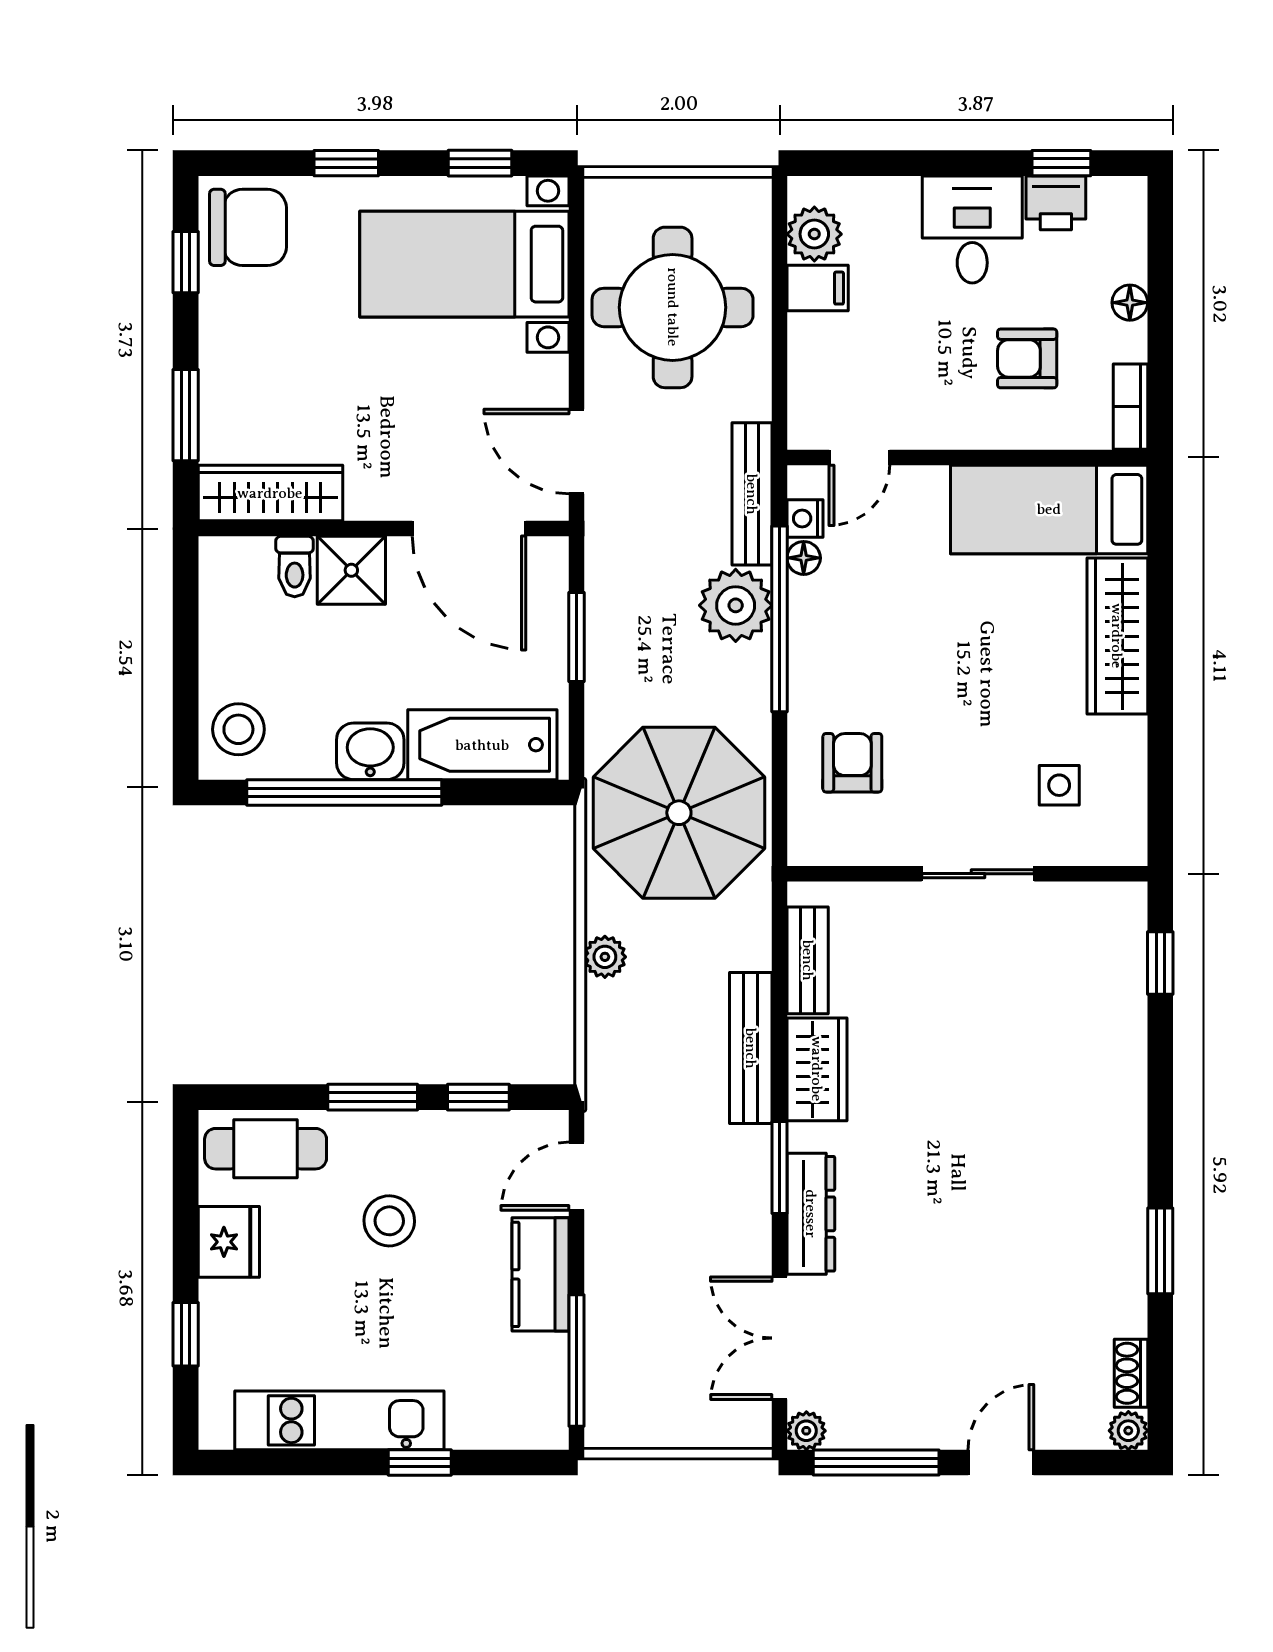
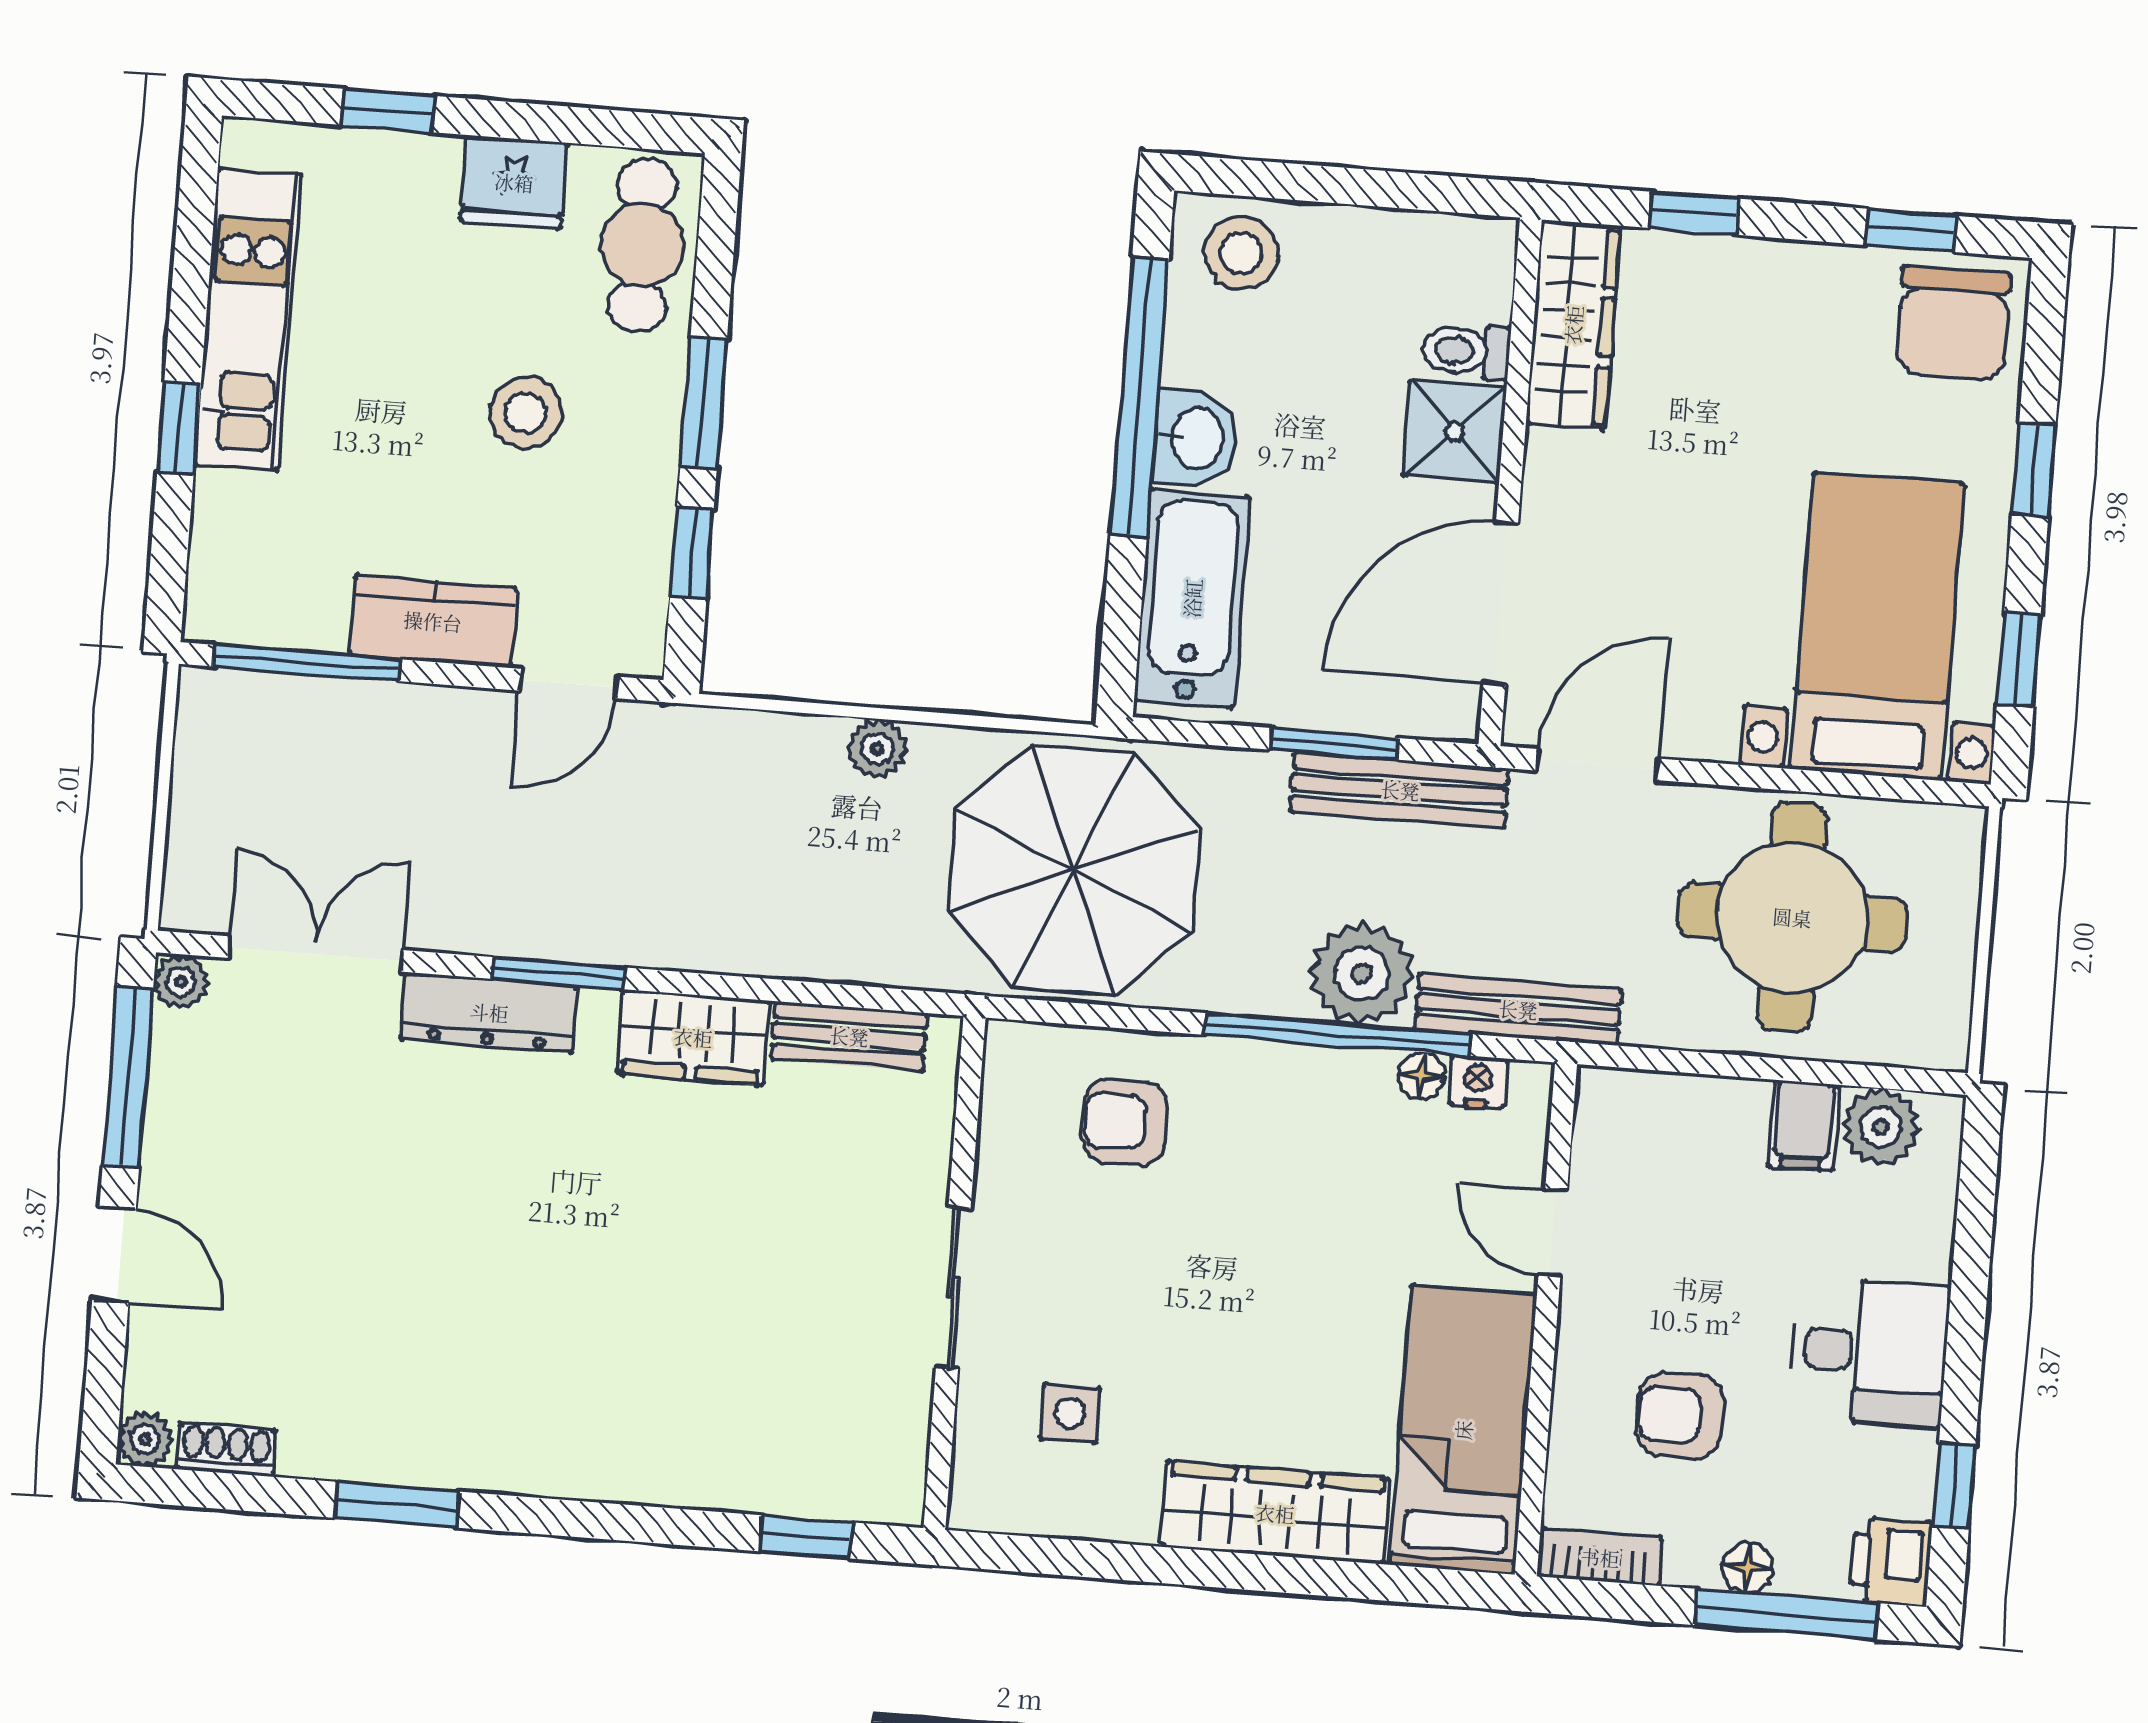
printer: (1056, 203) -> (1891, 1562), moved
window: (1160, 273) -> (1786, 1614), added
armchair: (1027, 358) -> (1680, 1415), turned -90
window: (186, 415) -> (1694, 213), width x0.67
door: (859, 457) -> (1553, 1233), moved
armchair: (852, 763) -> (1125, 1122), turned 180
bench: (751, 1048) -> (1400, 790), moved
door: (576, 1176) -> (568, 684), swing flipped

